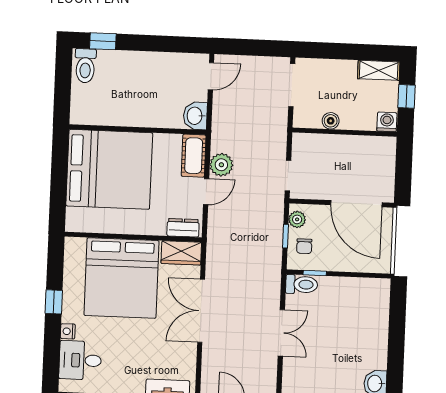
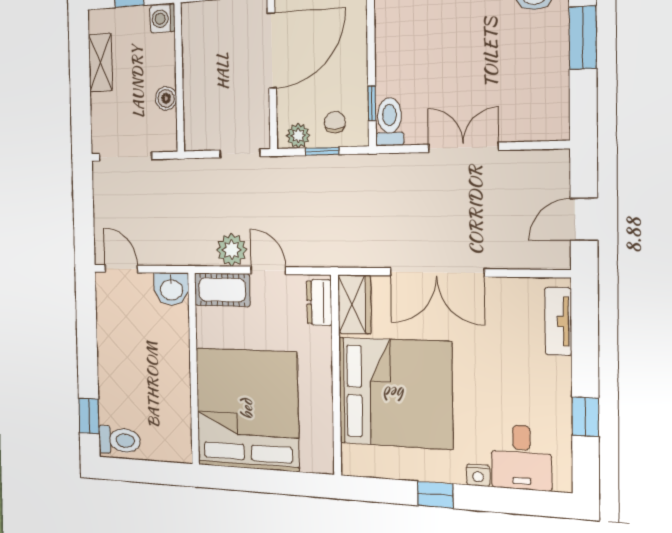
shelving: (379, 70) -> (100, 63), moved
chair: (304, 246) -> (335, 122), turned -90

